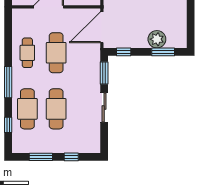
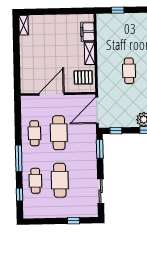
sliding door: (104, 108) -> (101, 191), moved
cafe table: (27, 109) -> (35, 181), width x0.73, depth x0.74
window: (41, 157) -> (48, 221), removed

